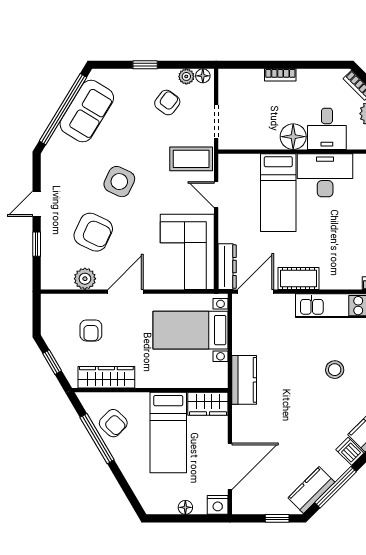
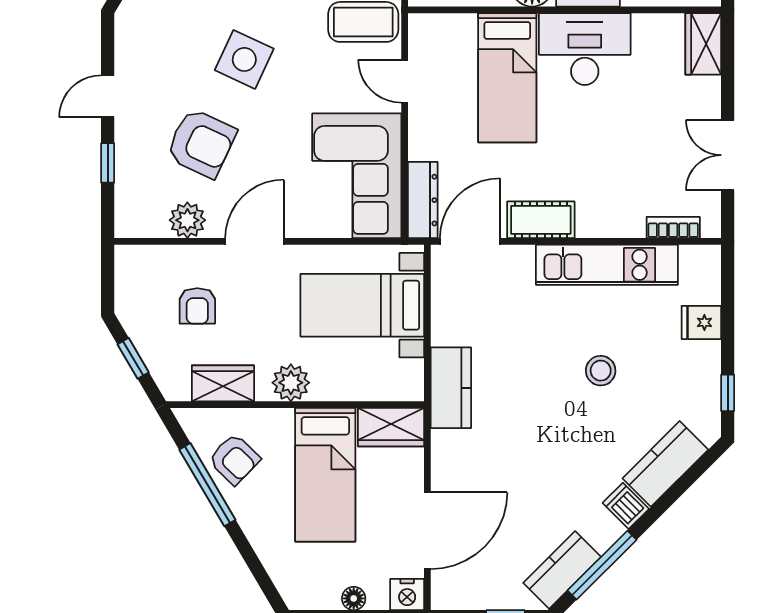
wardrobe: (106, 377) -> (223, 383), width x0.67
plant: (147, 377) -> (291, 383), added

